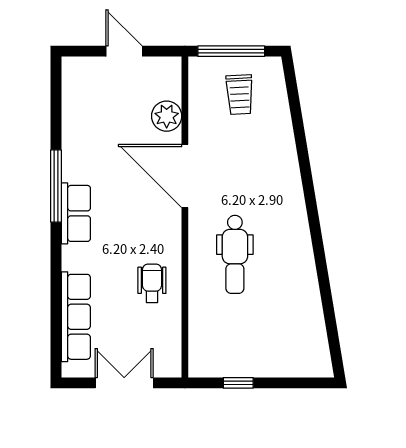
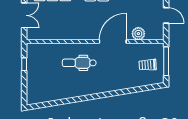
door: (124, 51) -> (166, 15), hinge flipped
wheelchair: (152, 283) -> (67, 27), removed

